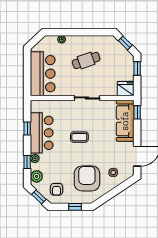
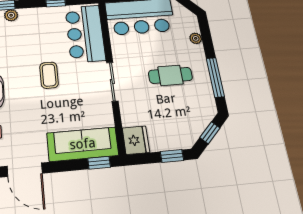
window: (90, 32) -> (215, 77), added
cafe table: (86, 61) -> (170, 75), turned -71
bar counter: (42, 133) -> (85, 34), moved, turned 90

